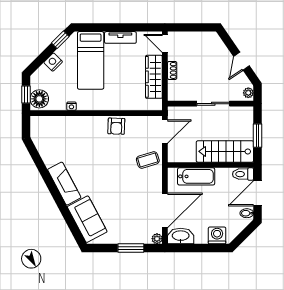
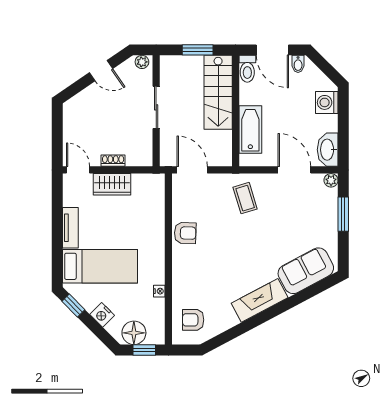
door: (165, 43) -> (78, 170), swing flipped
wardrobe: (154, 77) -> (112, 184), width x0.67
floor lamp: (39, 99) -> (134, 333), moved
armchair: (49, 132) -> (193, 320), added
coffee table: (148, 160) -> (245, 198), moved
door: (165, 210) -> (294, 170), width x0.73

